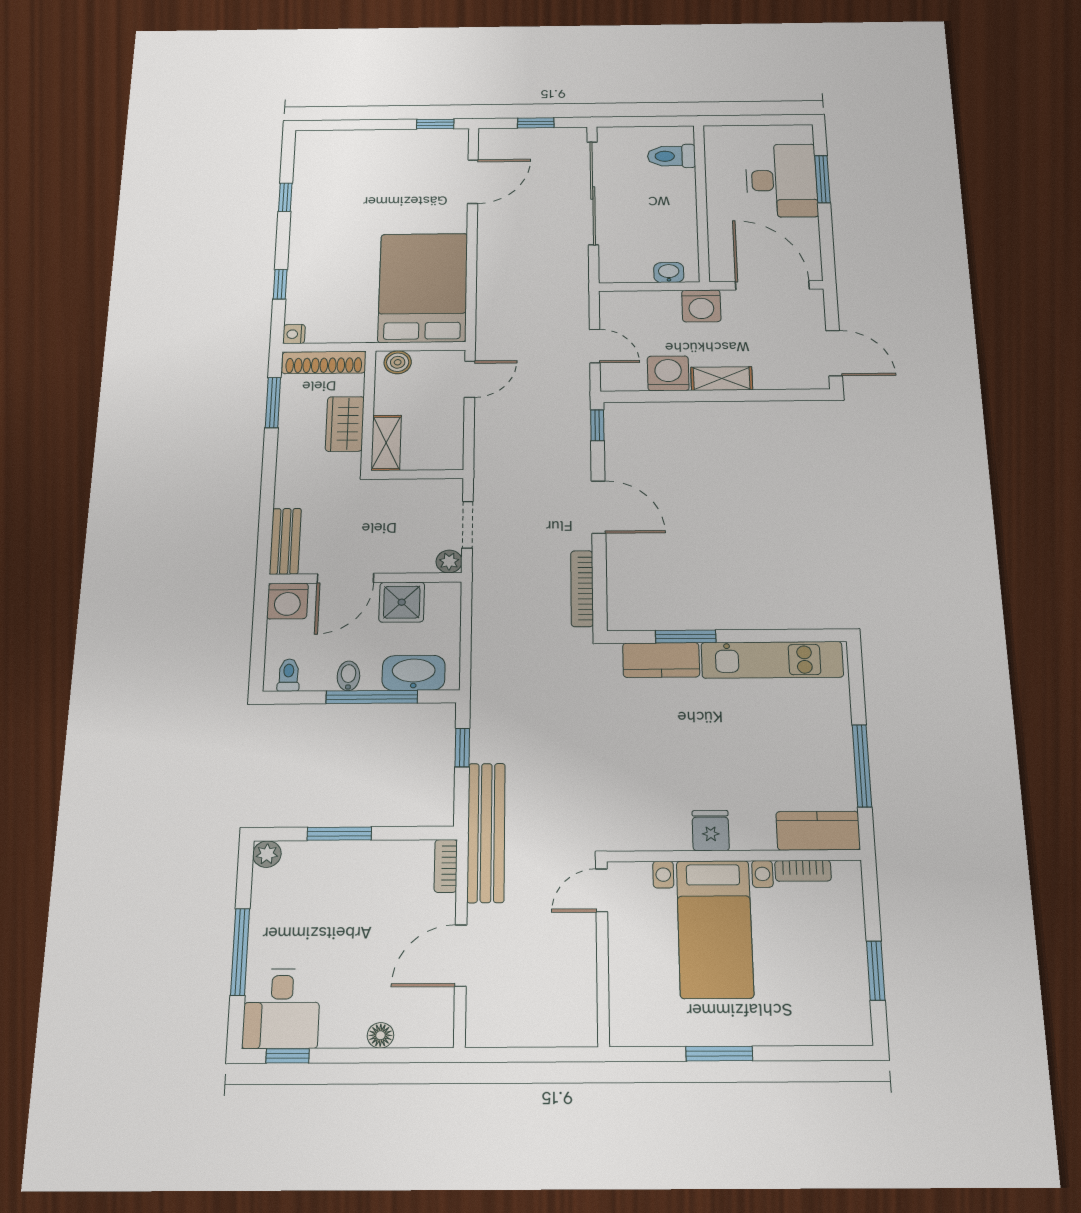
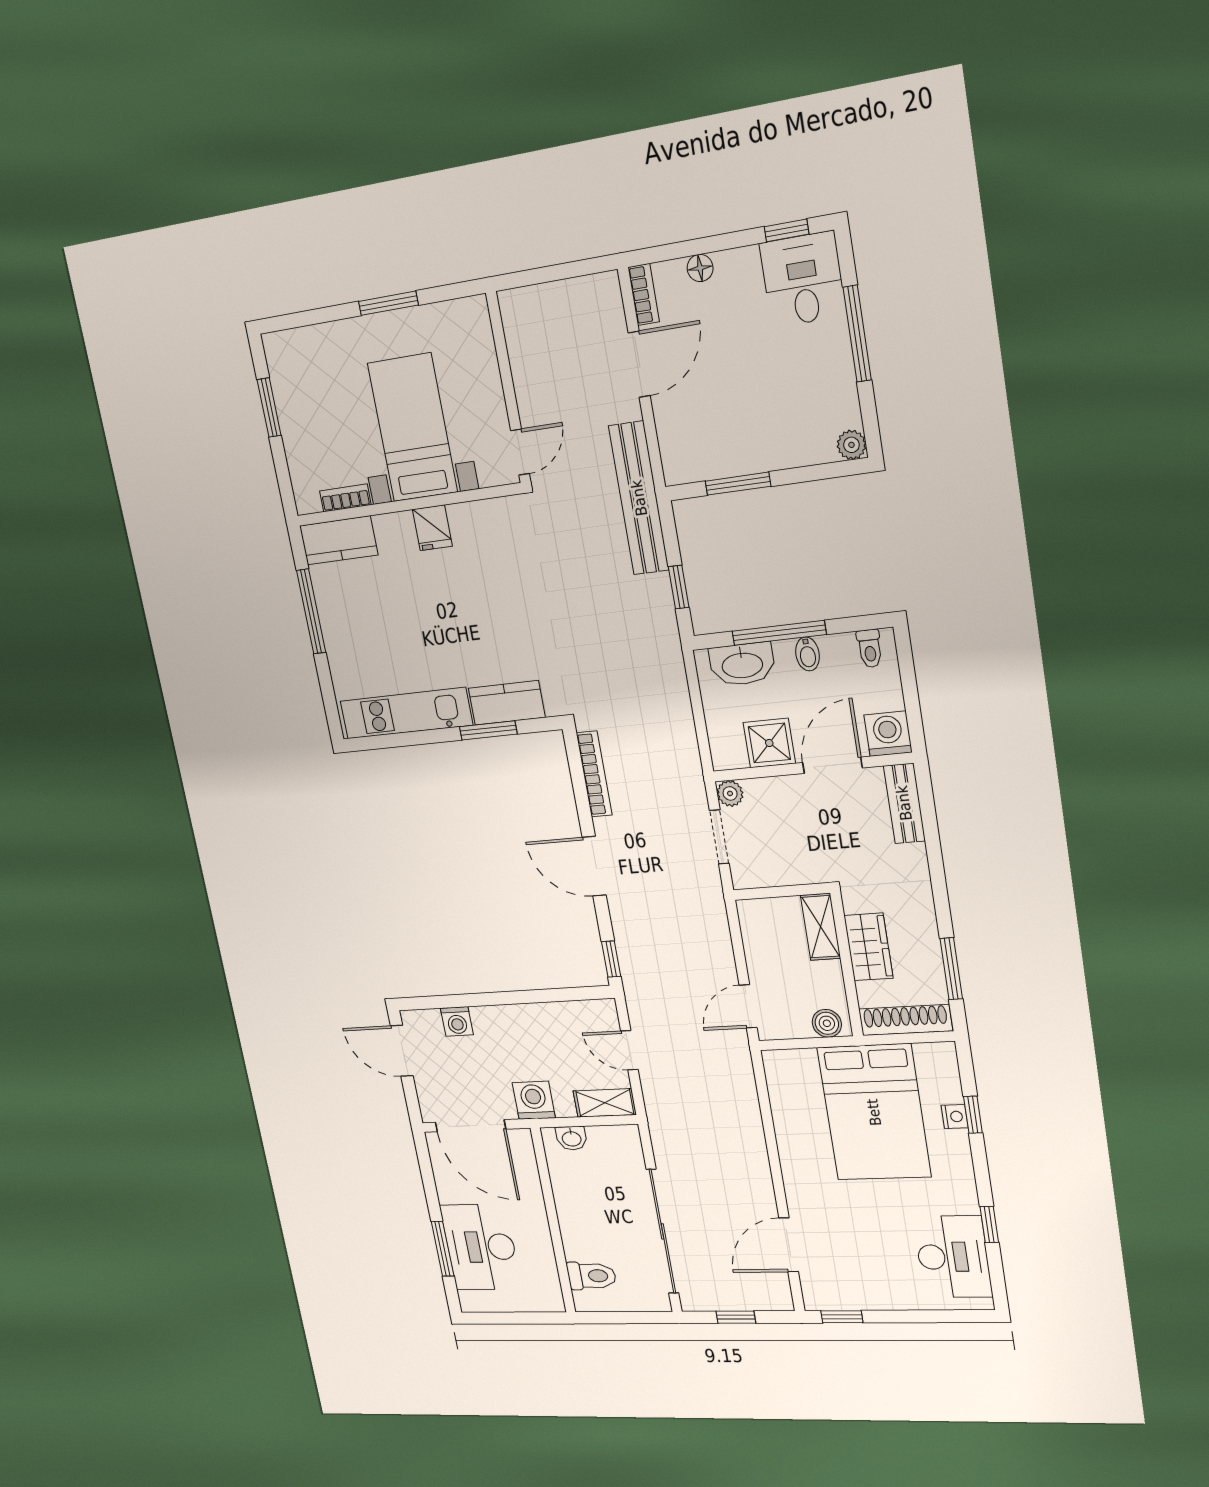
desk: (324, 172) -> (953, 1257), added
bed: (423, 288) -> (874, 1112), moved
nightstand: (294, 334) -> (955, 1117), moved
washing machine: (668, 373) -> (457, 1022), moved, width x0.73, depth x0.73
shelving: (722, 379) -> (605, 1103), moved
window: (339, 834) -> (738, 484), moved
bookcase: (446, 866) -> (644, 295), moved

